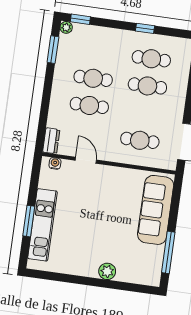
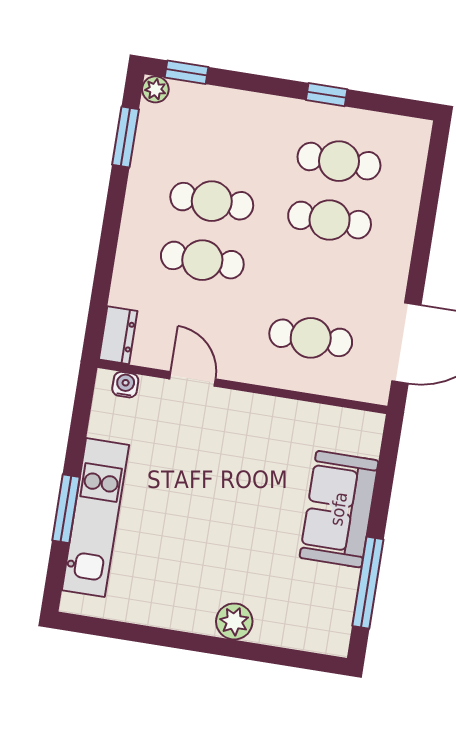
sofa: (156, 210) -> (339, 509), width x0.73

